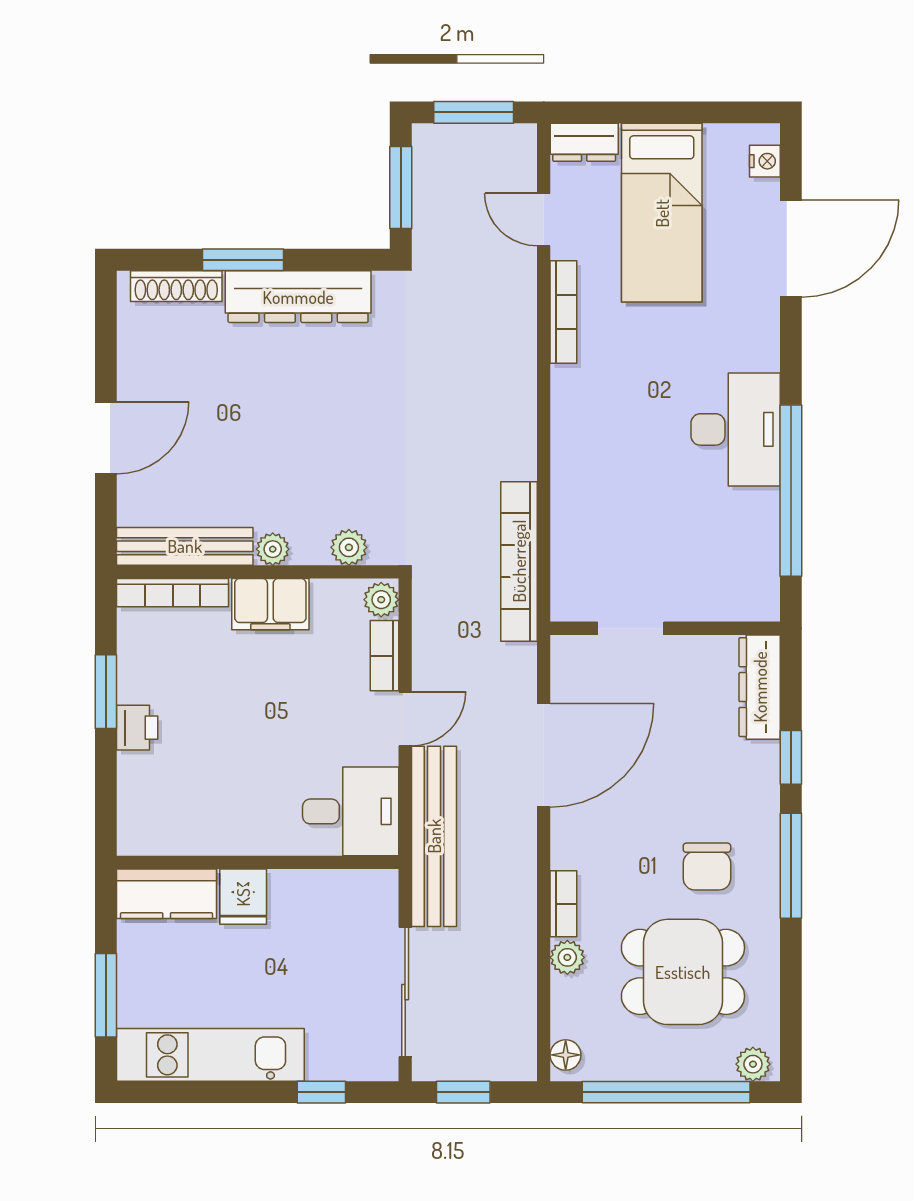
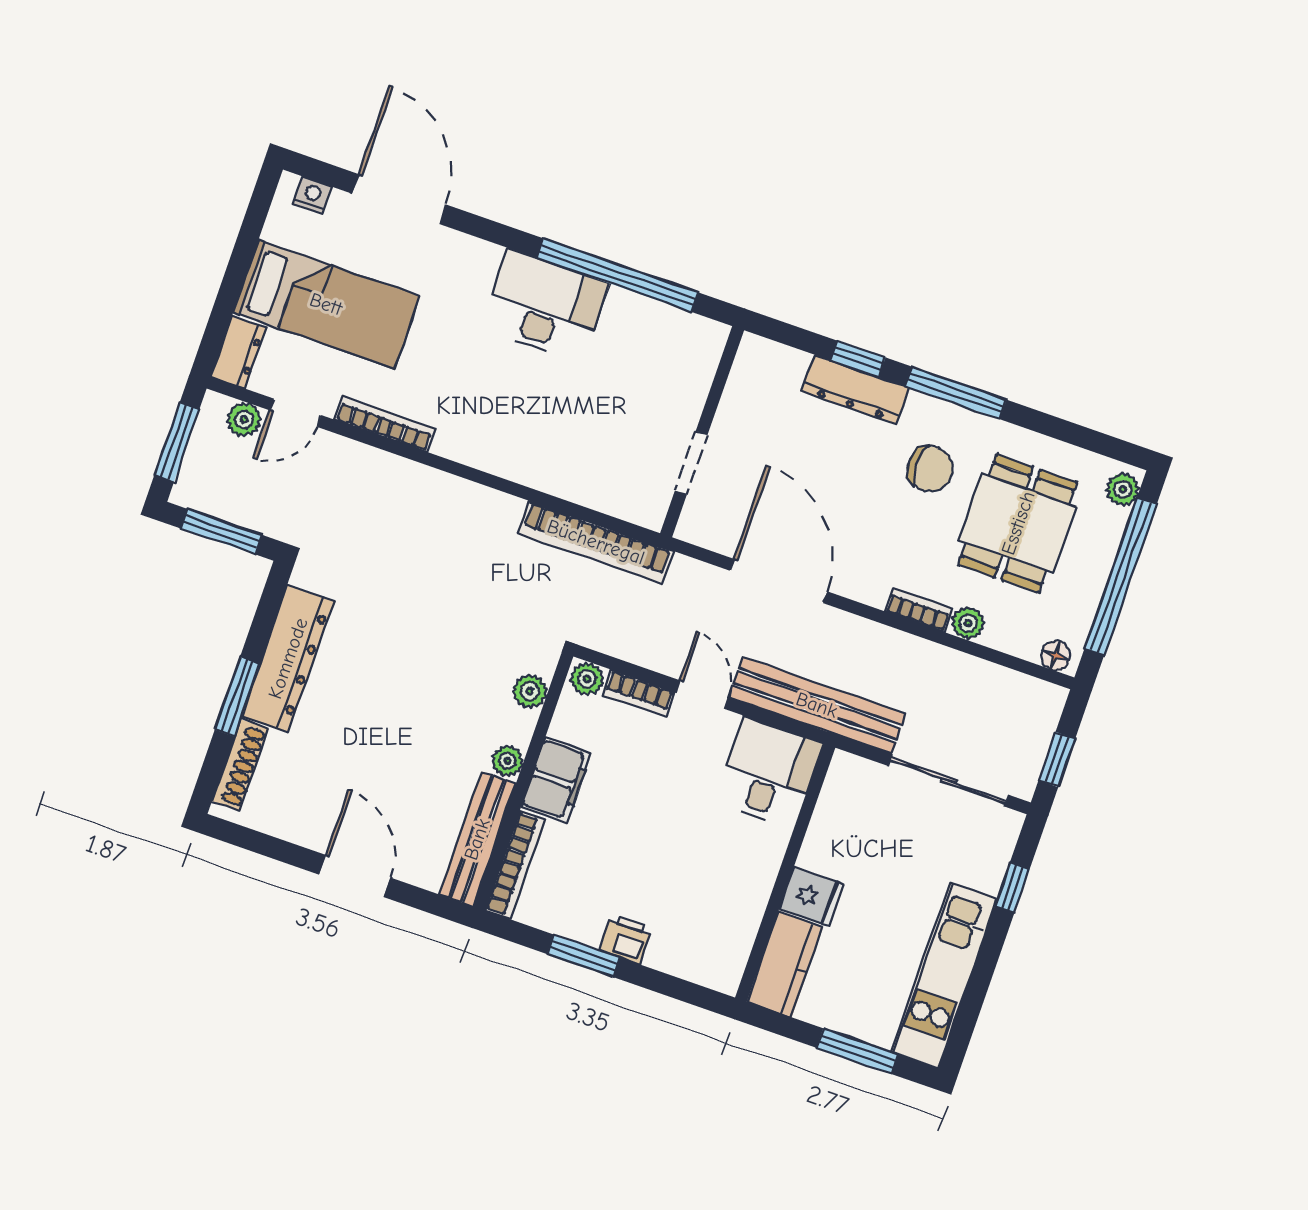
plant: (519, 171) -> (244, 420), added
dresser: (760, 687) -> (855, 390), moved

